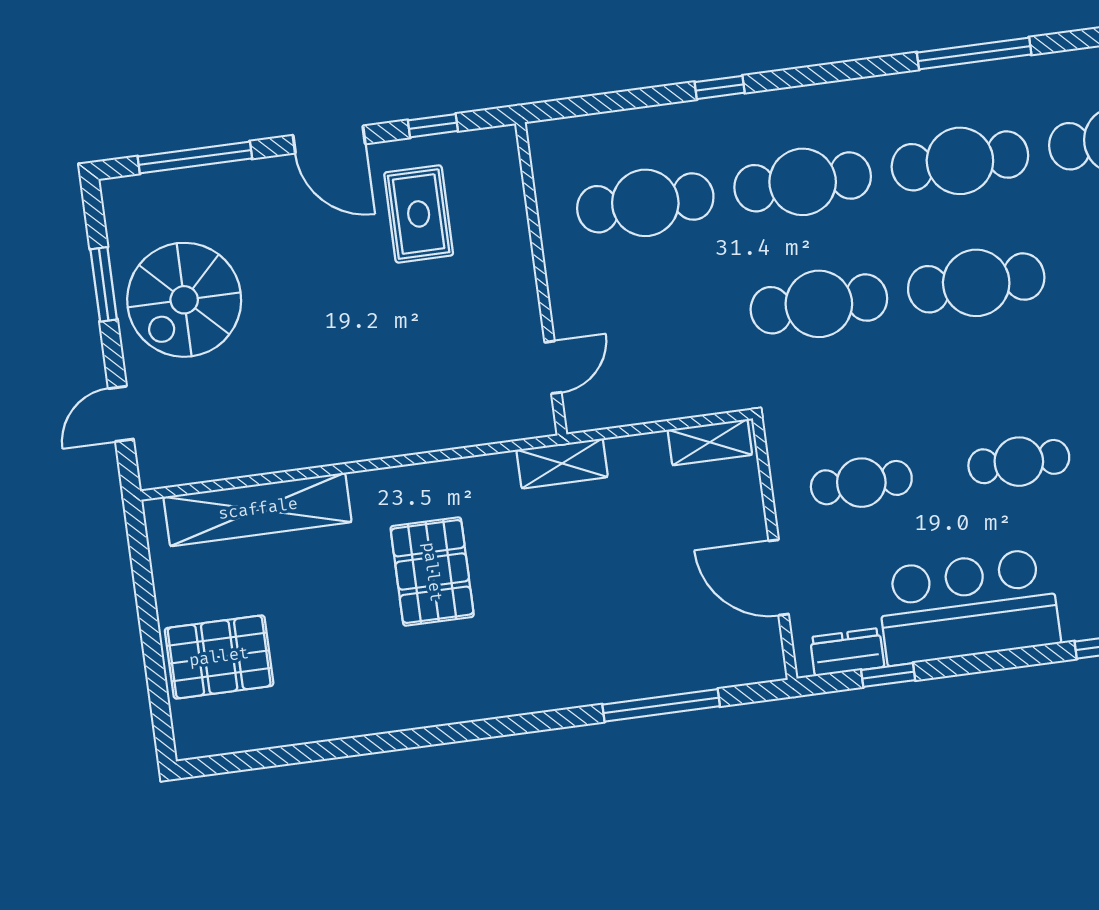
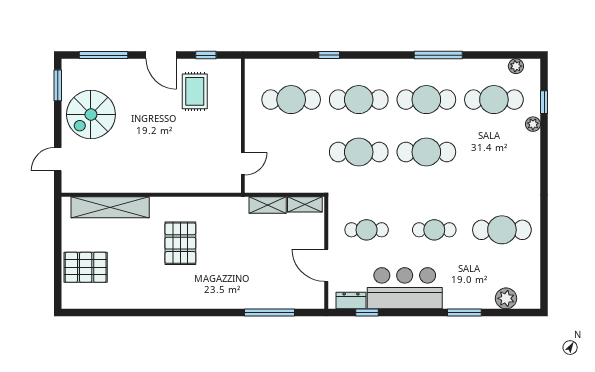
window: (104, 284) -> (58, 85), moved
shelving: (562, 463) -> (268, 205), moved

